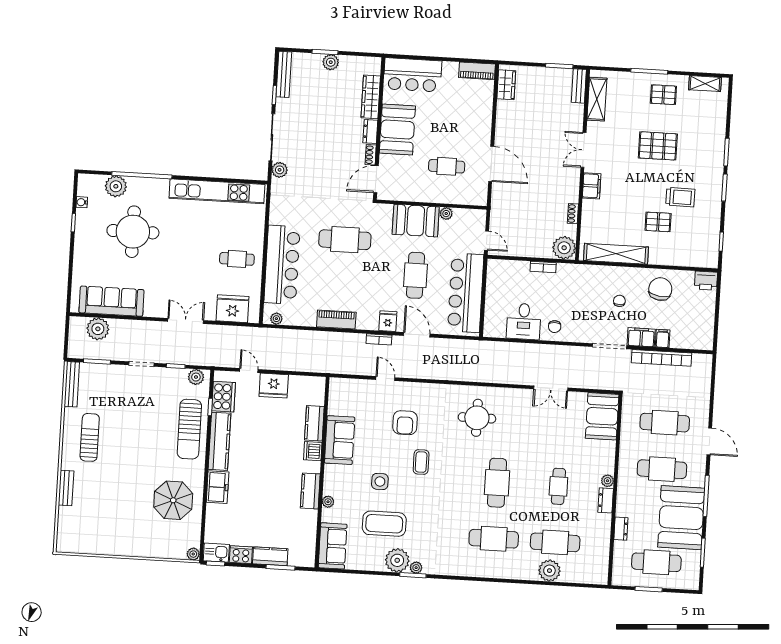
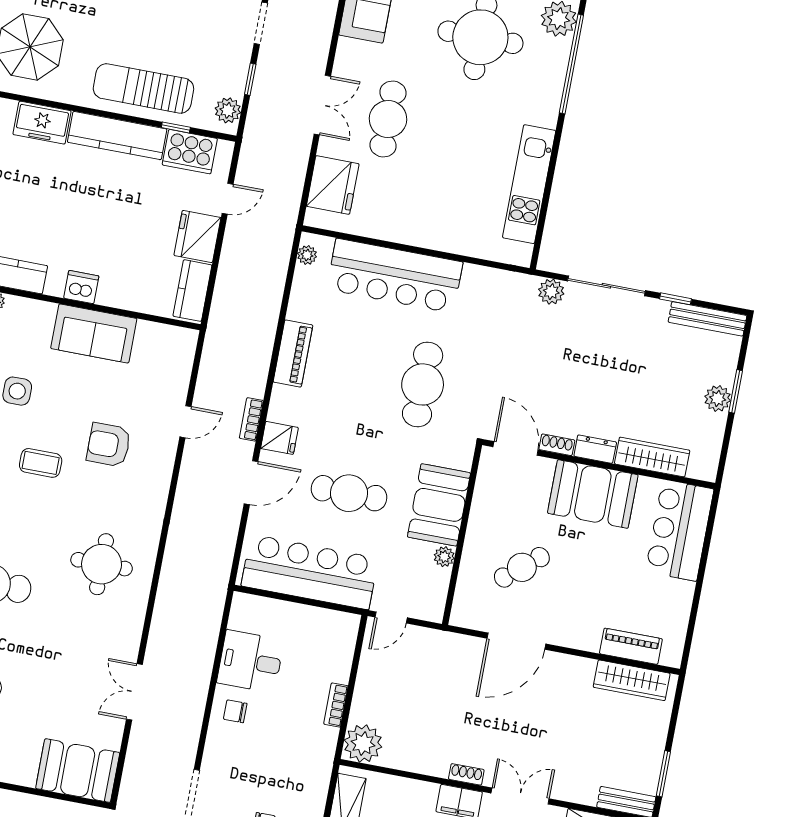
piano: (477, 71) -> (631, 646), moved, turned 90
wardrobe: (506, 85) -> (632, 680), width x1.50
cafe table: (447, 166) -> (522, 567), turned 50
kitchen unit: (217, 191) -> (529, 184), width x0.73
shoe rack: (573, 214) -> (466, 774), moved
cafe table: (237, 259) -> (388, 119), moved, width x1.37, depth x1.35
kitchen counter: (314, 423) -> (192, 291), moved, turned -90

